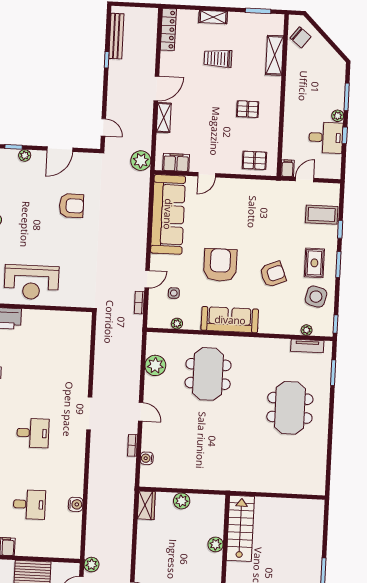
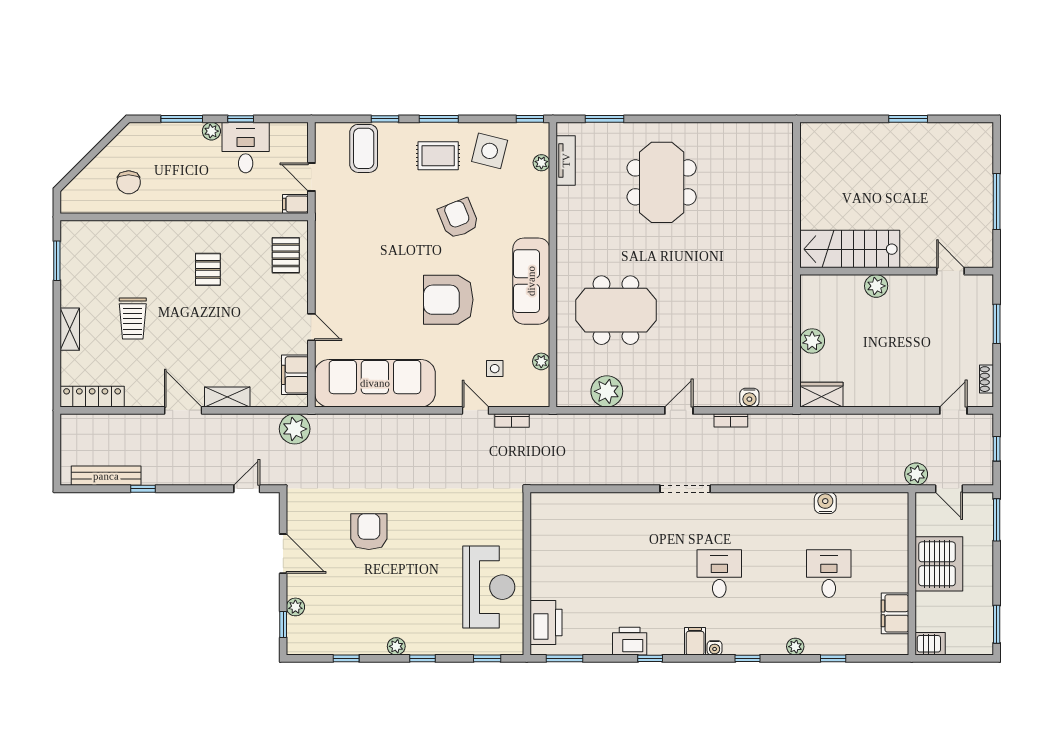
chair: (300, 37) -> (129, 182), moved, turned 142
shelving: (275, 55) -> (124, 232), removed
meeting table: (290, 408) -> (662, 182), turned 90

